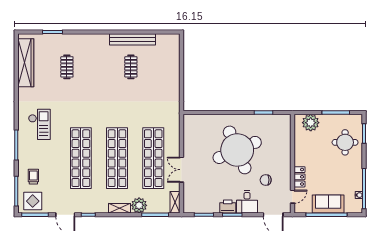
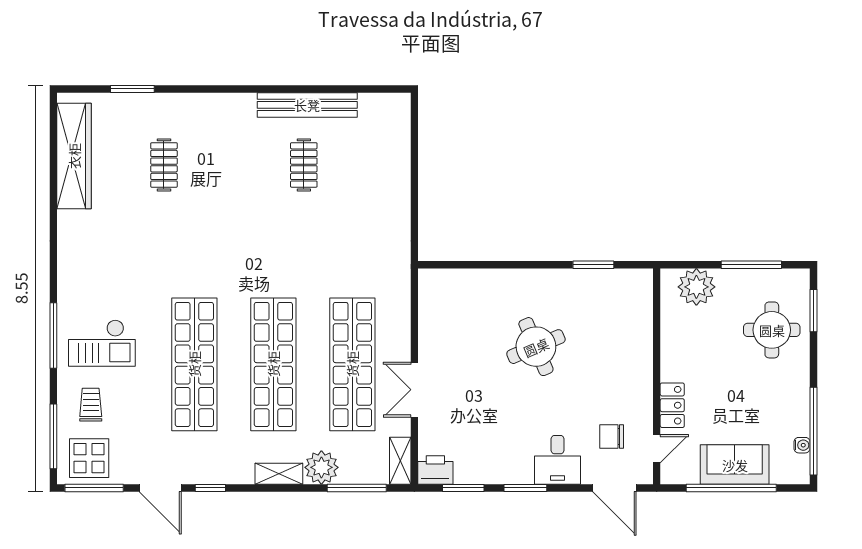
checkout: (39, 124) -> (102, 343), moved, turned 90
round table: (237, 150) -> (536, 347), width x0.54, depth x0.54
chair: (266, 180) -> (612, 436), moved
printer: (228, 206) -> (435, 470), moved

